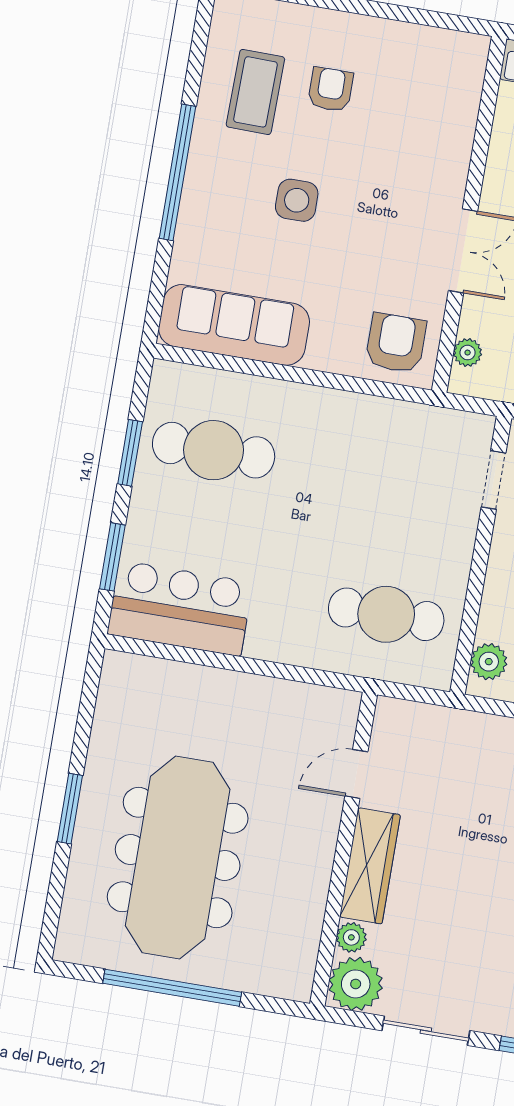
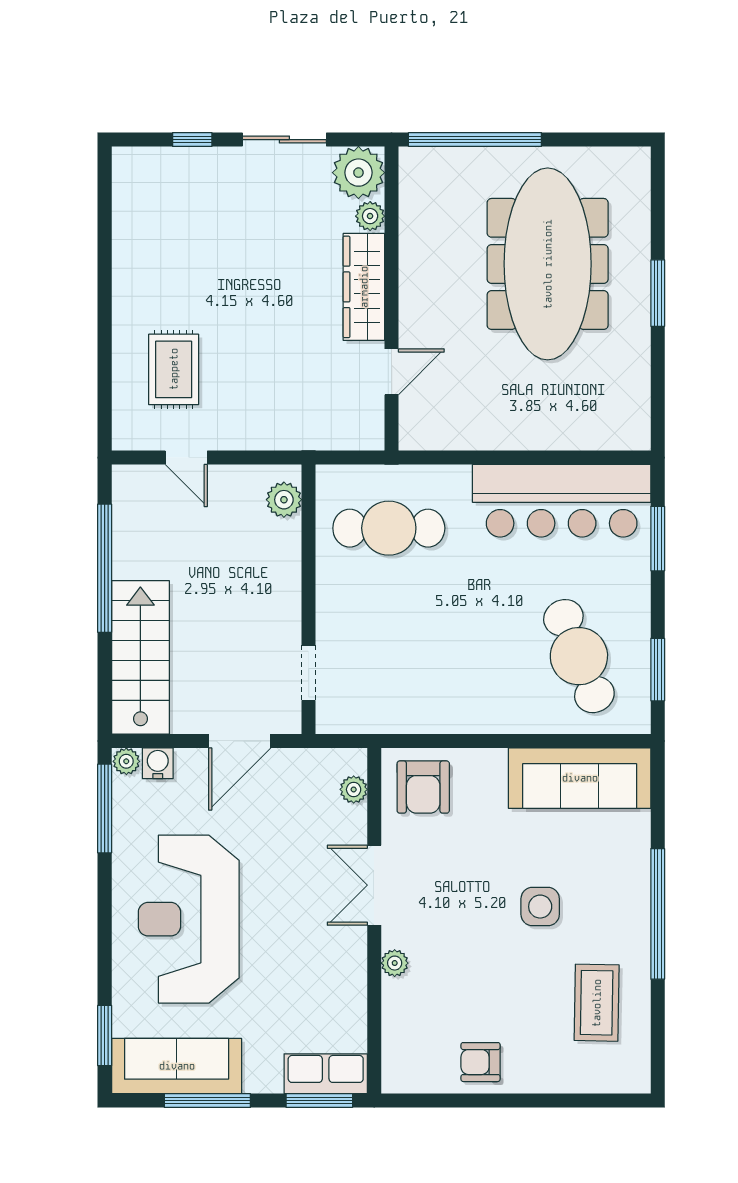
armchair: (331, 89) -> (481, 1062), moved, turned 90
plant: (456, 168) -> (395, 963), added
cafe table: (214, 450) -> (579, 656), turned 68
window: (130, 453) -> (658, 670), moved
bar counter: (180, 608) -> (562, 501), width x1.36
window: (172, 988) -> (475, 140), moved

